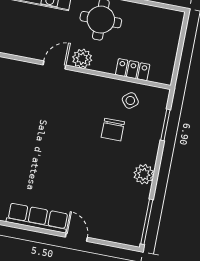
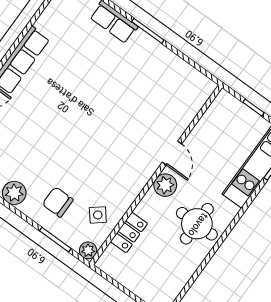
plant: (162, 95) -> (88, 250), added
chair: (113, 130) -> (58, 202), moved

